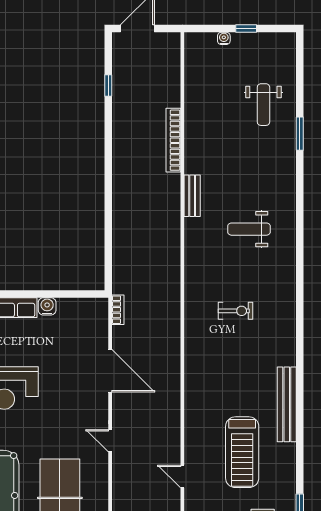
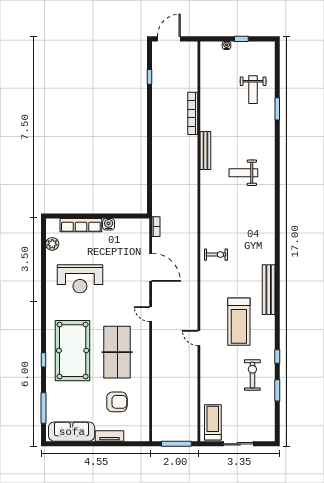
bench: (192, 196) -> (205, 150), width x1.36
exercise bike: (235, 311) -> (216, 255), moved

